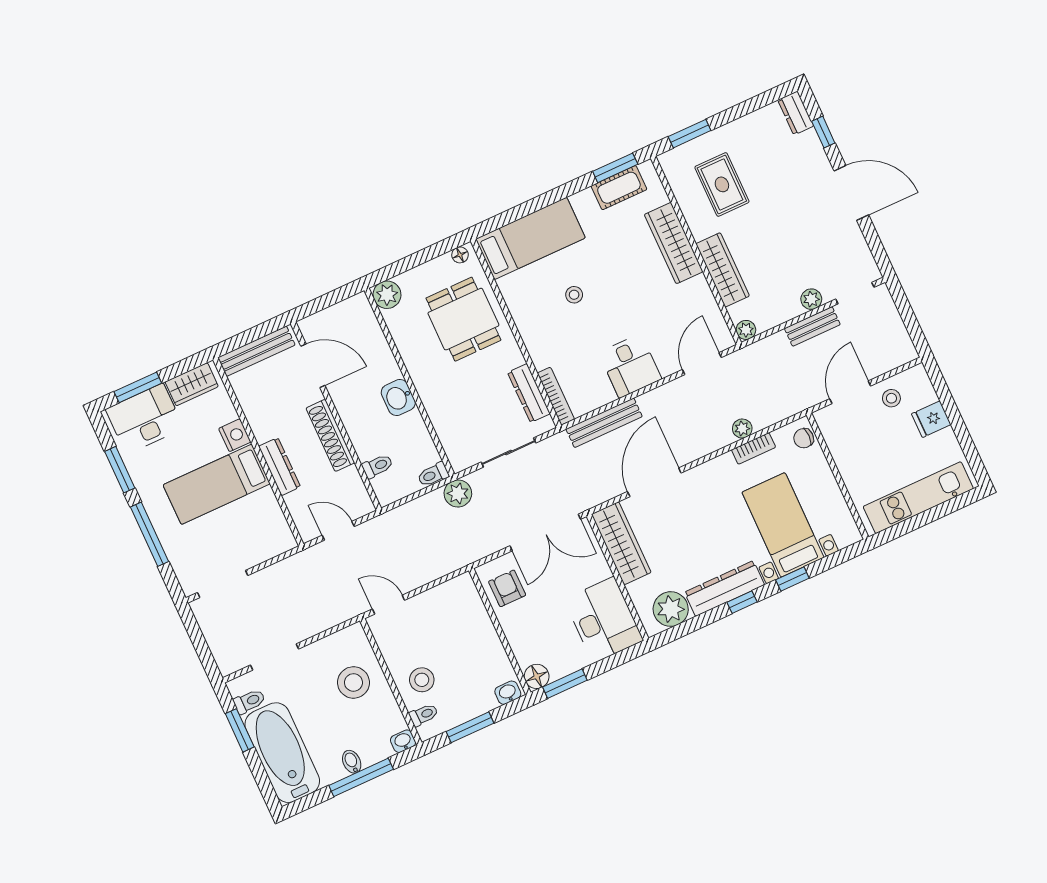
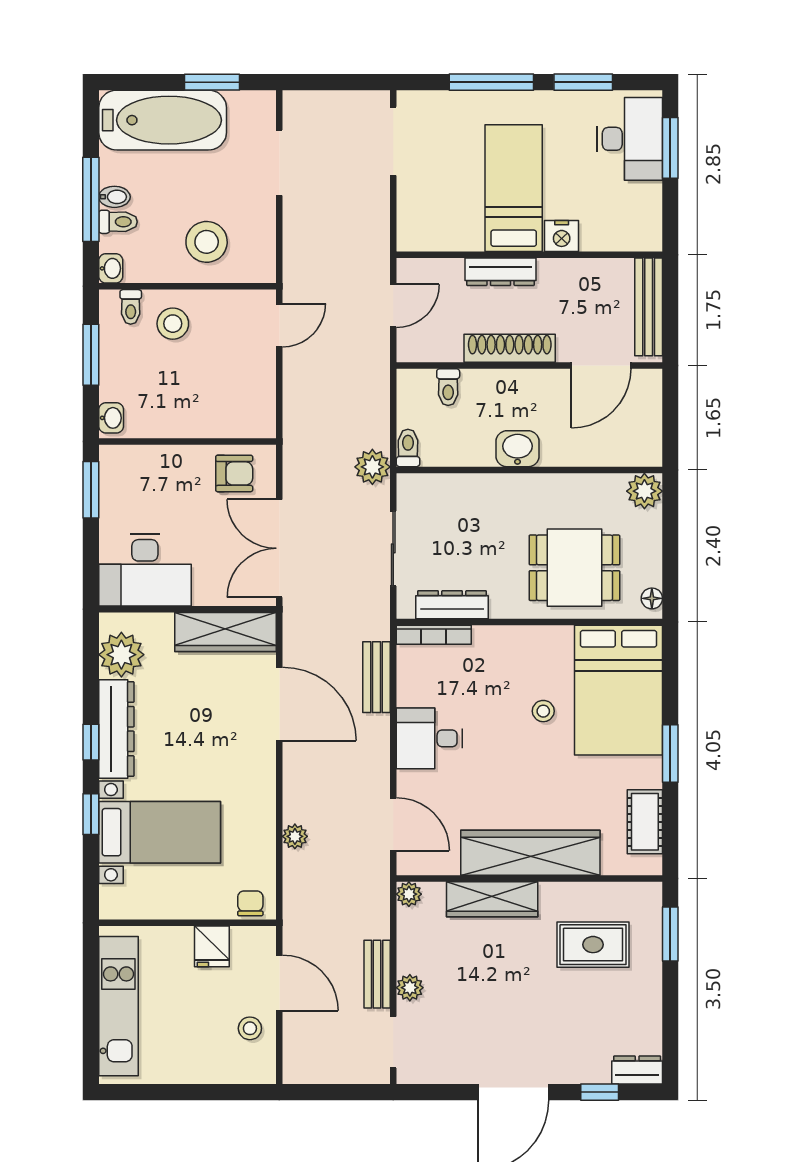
window: (615, 168) -> (670, 754), moved
bed: (530, 238) -> (619, 690), width x1.50
wardrobe: (674, 243) -> (530, 853), width x1.40, depth x1.17
wardrobe: (192, 384) -> (645, 213), removed
fridge: (931, 419) -> (212, 946), moved, turned 180
bench: (604, 423) -> (377, 677), width x0.73
bookcase: (754, 448) -> (265, 839), removed
floor lamp: (537, 676) -> (115, 460), removed
toilet: (249, 701) -> (118, 222), moved, turned -90

